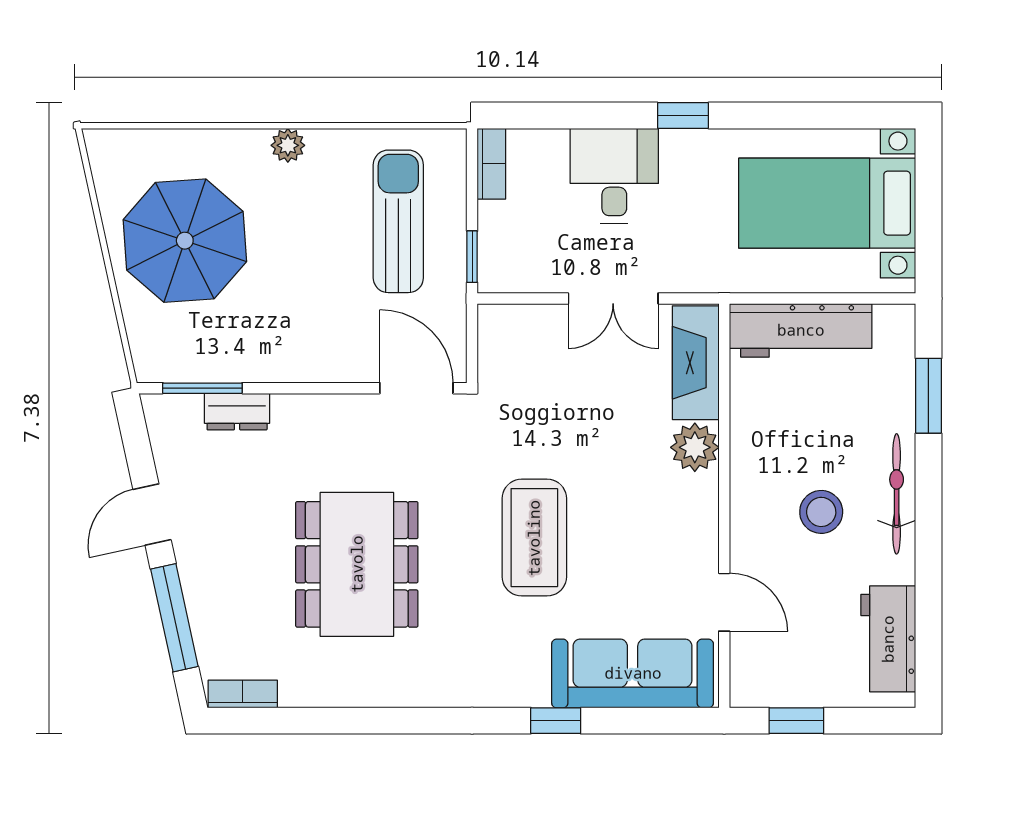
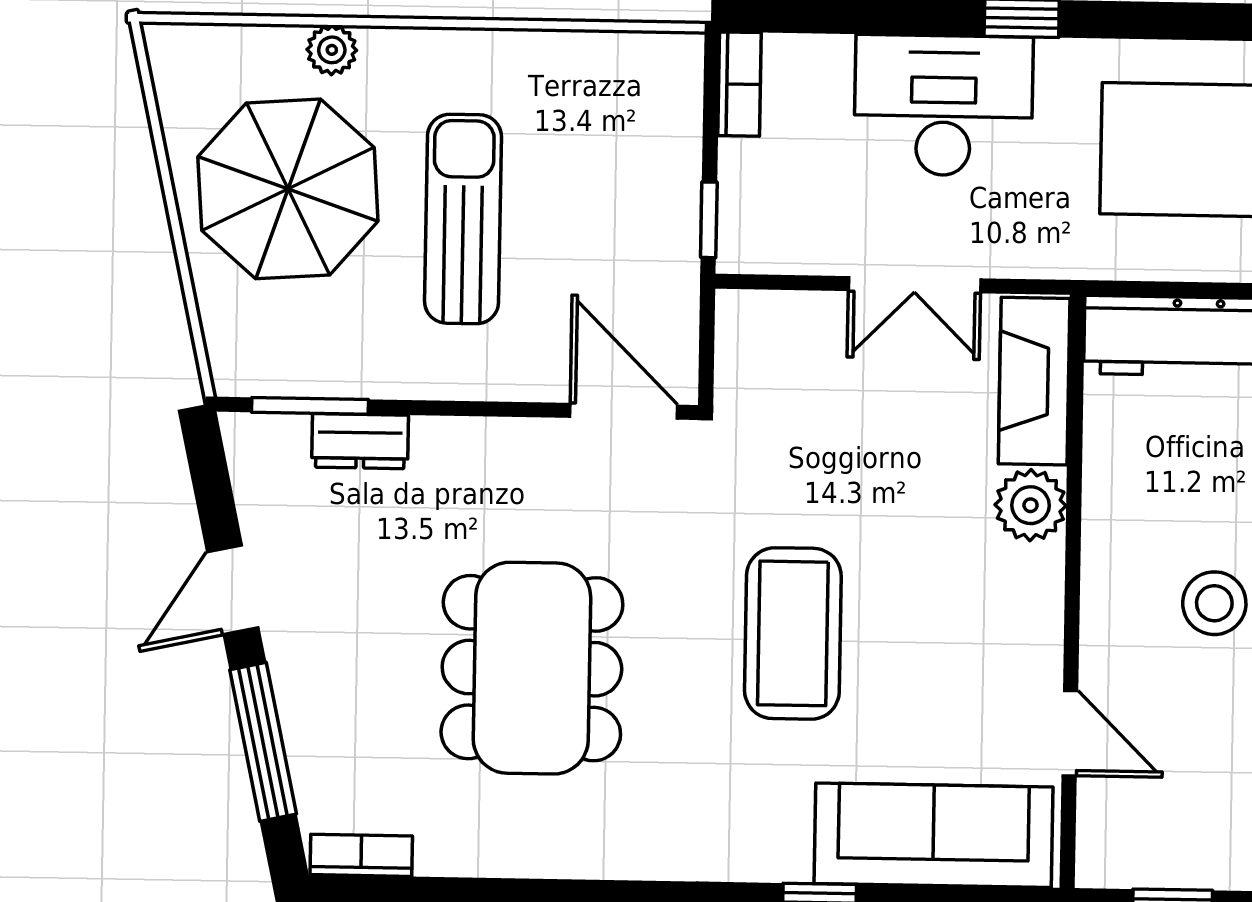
plant: (288, 145) -> (332, 50), moved
desk: (614, 176) -> (944, 105), width x1.37
sun lounger: (398, 221) -> (463, 219), moved

